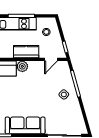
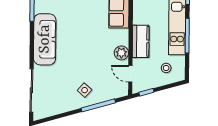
plant: (22, 66) -> (121, 53), moved

